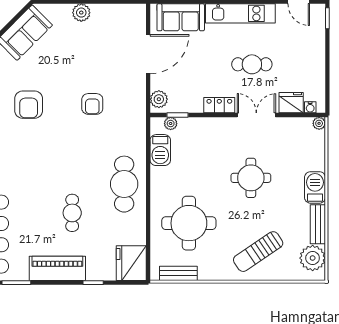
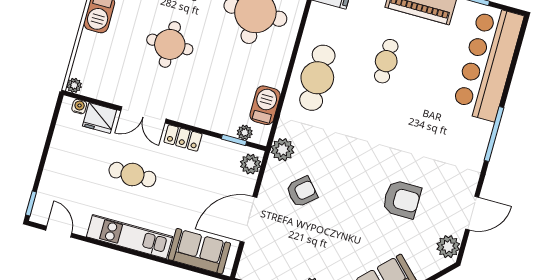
armchair: (92, 104) -> (302, 192), moved, turned 49
armchair: (29, 105) -> (402, 199), turned 90
plant: (136, 118) -> (283, 150), added

